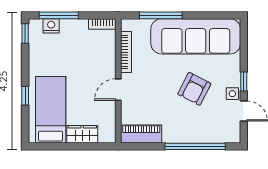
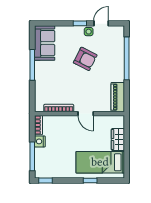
window: (161, 15) -> (32, 65), moved
nightstand: (51, 26) -> (40, 141), moved
sofa: (196, 36) -> (45, 43), width x0.54, depth x0.79

